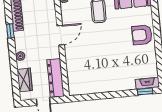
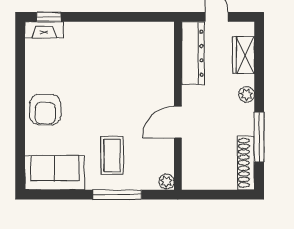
window: (10, 31) -> (259, 137), width x2.17
armchair: (142, 35) -> (45, 109), turned 90

